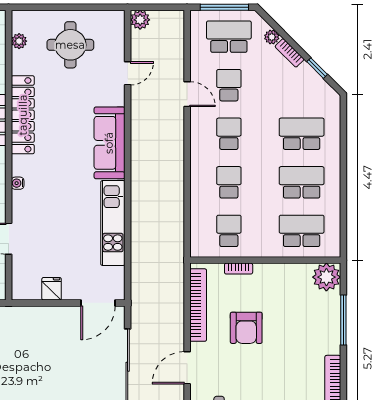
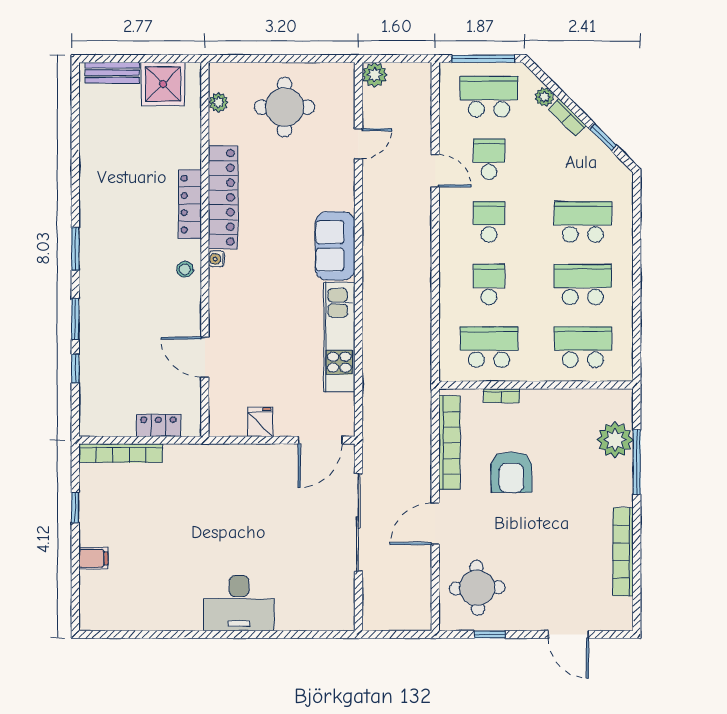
sofa: (109, 143) -> (335, 246), width x0.73
water cooler: (18, 183) -> (216, 259), moved
school desk: (229, 231) -> (489, 347), width x1.85
plant: (326, 277) -> (615, 440), moved

